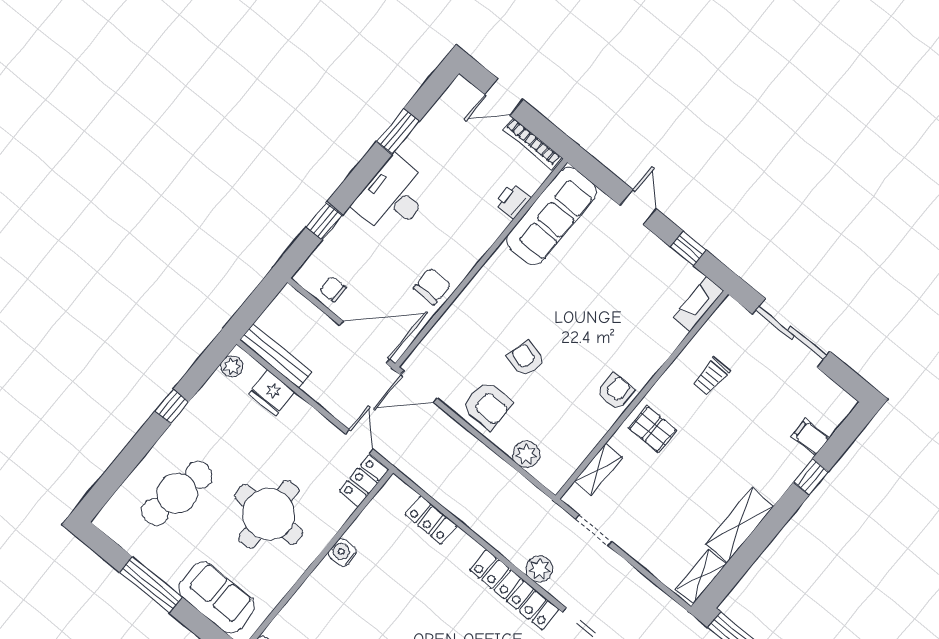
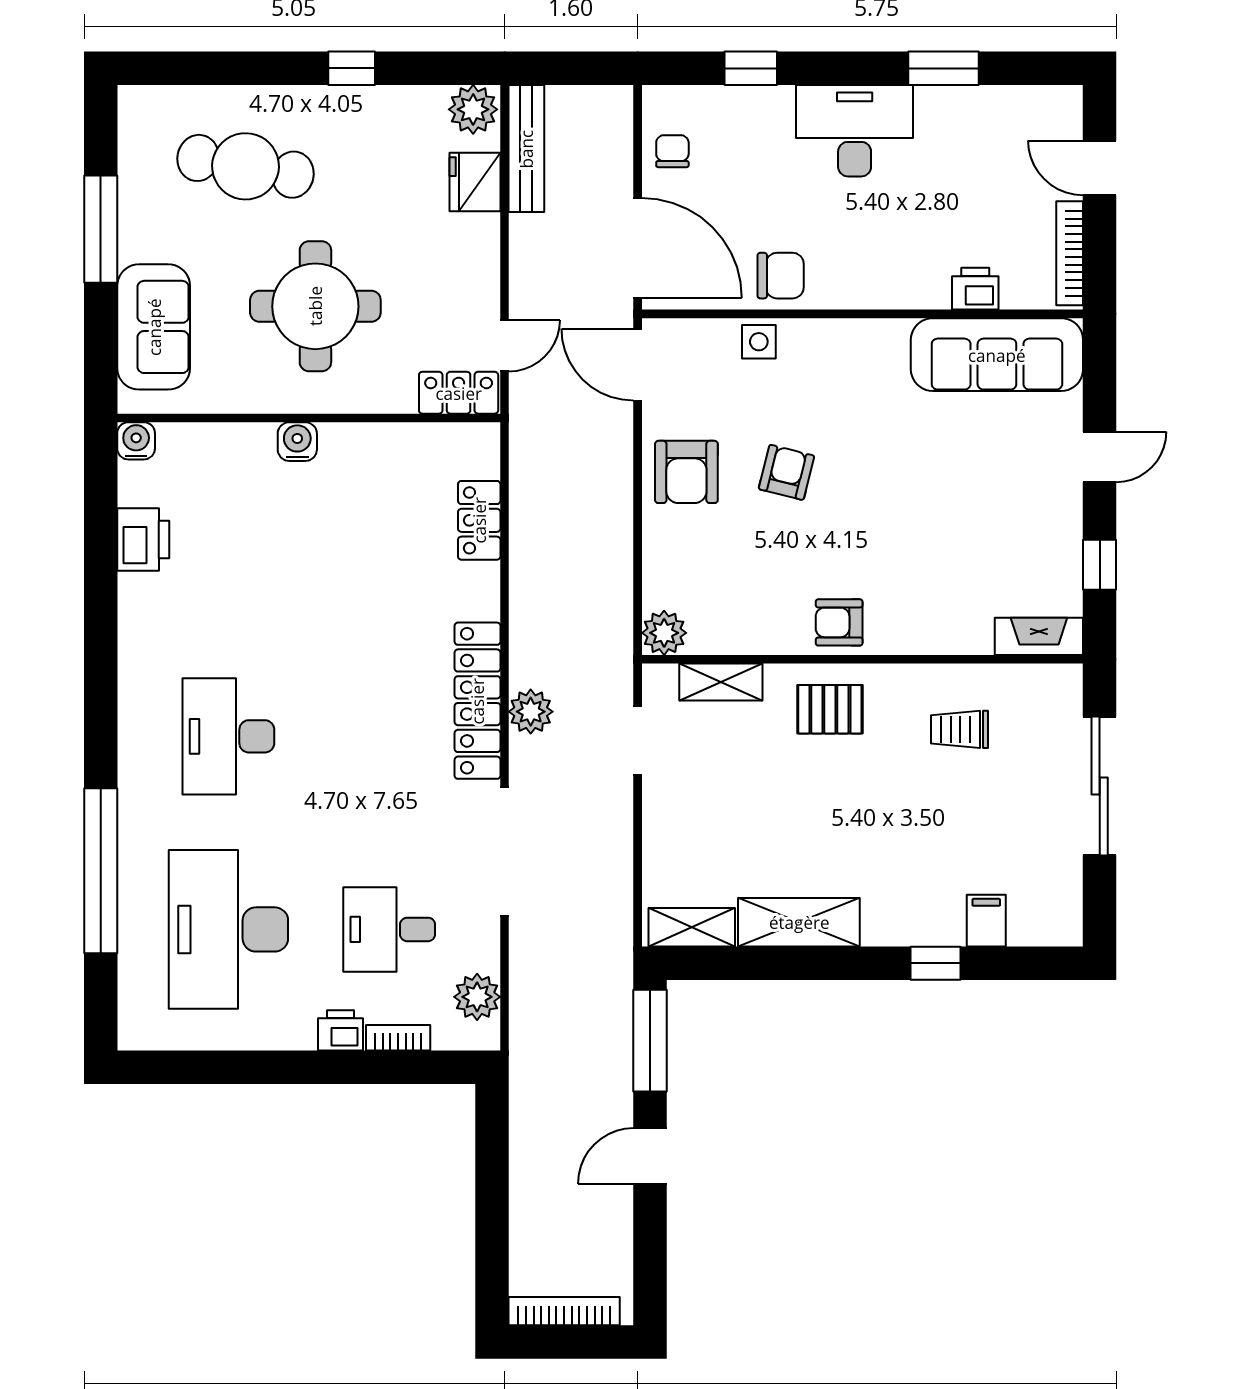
side table: (455, 322) -> (759, 342), added
plant: (232, 366) -> (473, 109), width x1.38, depth x1.38
armchair: (616, 392) -> (839, 622), turned 180
pallet: (653, 429) -> (830, 709), turned 90
plant: (526, 454) -> (664, 633), moved
water cooler: (343, 553) -> (297, 442), moved

